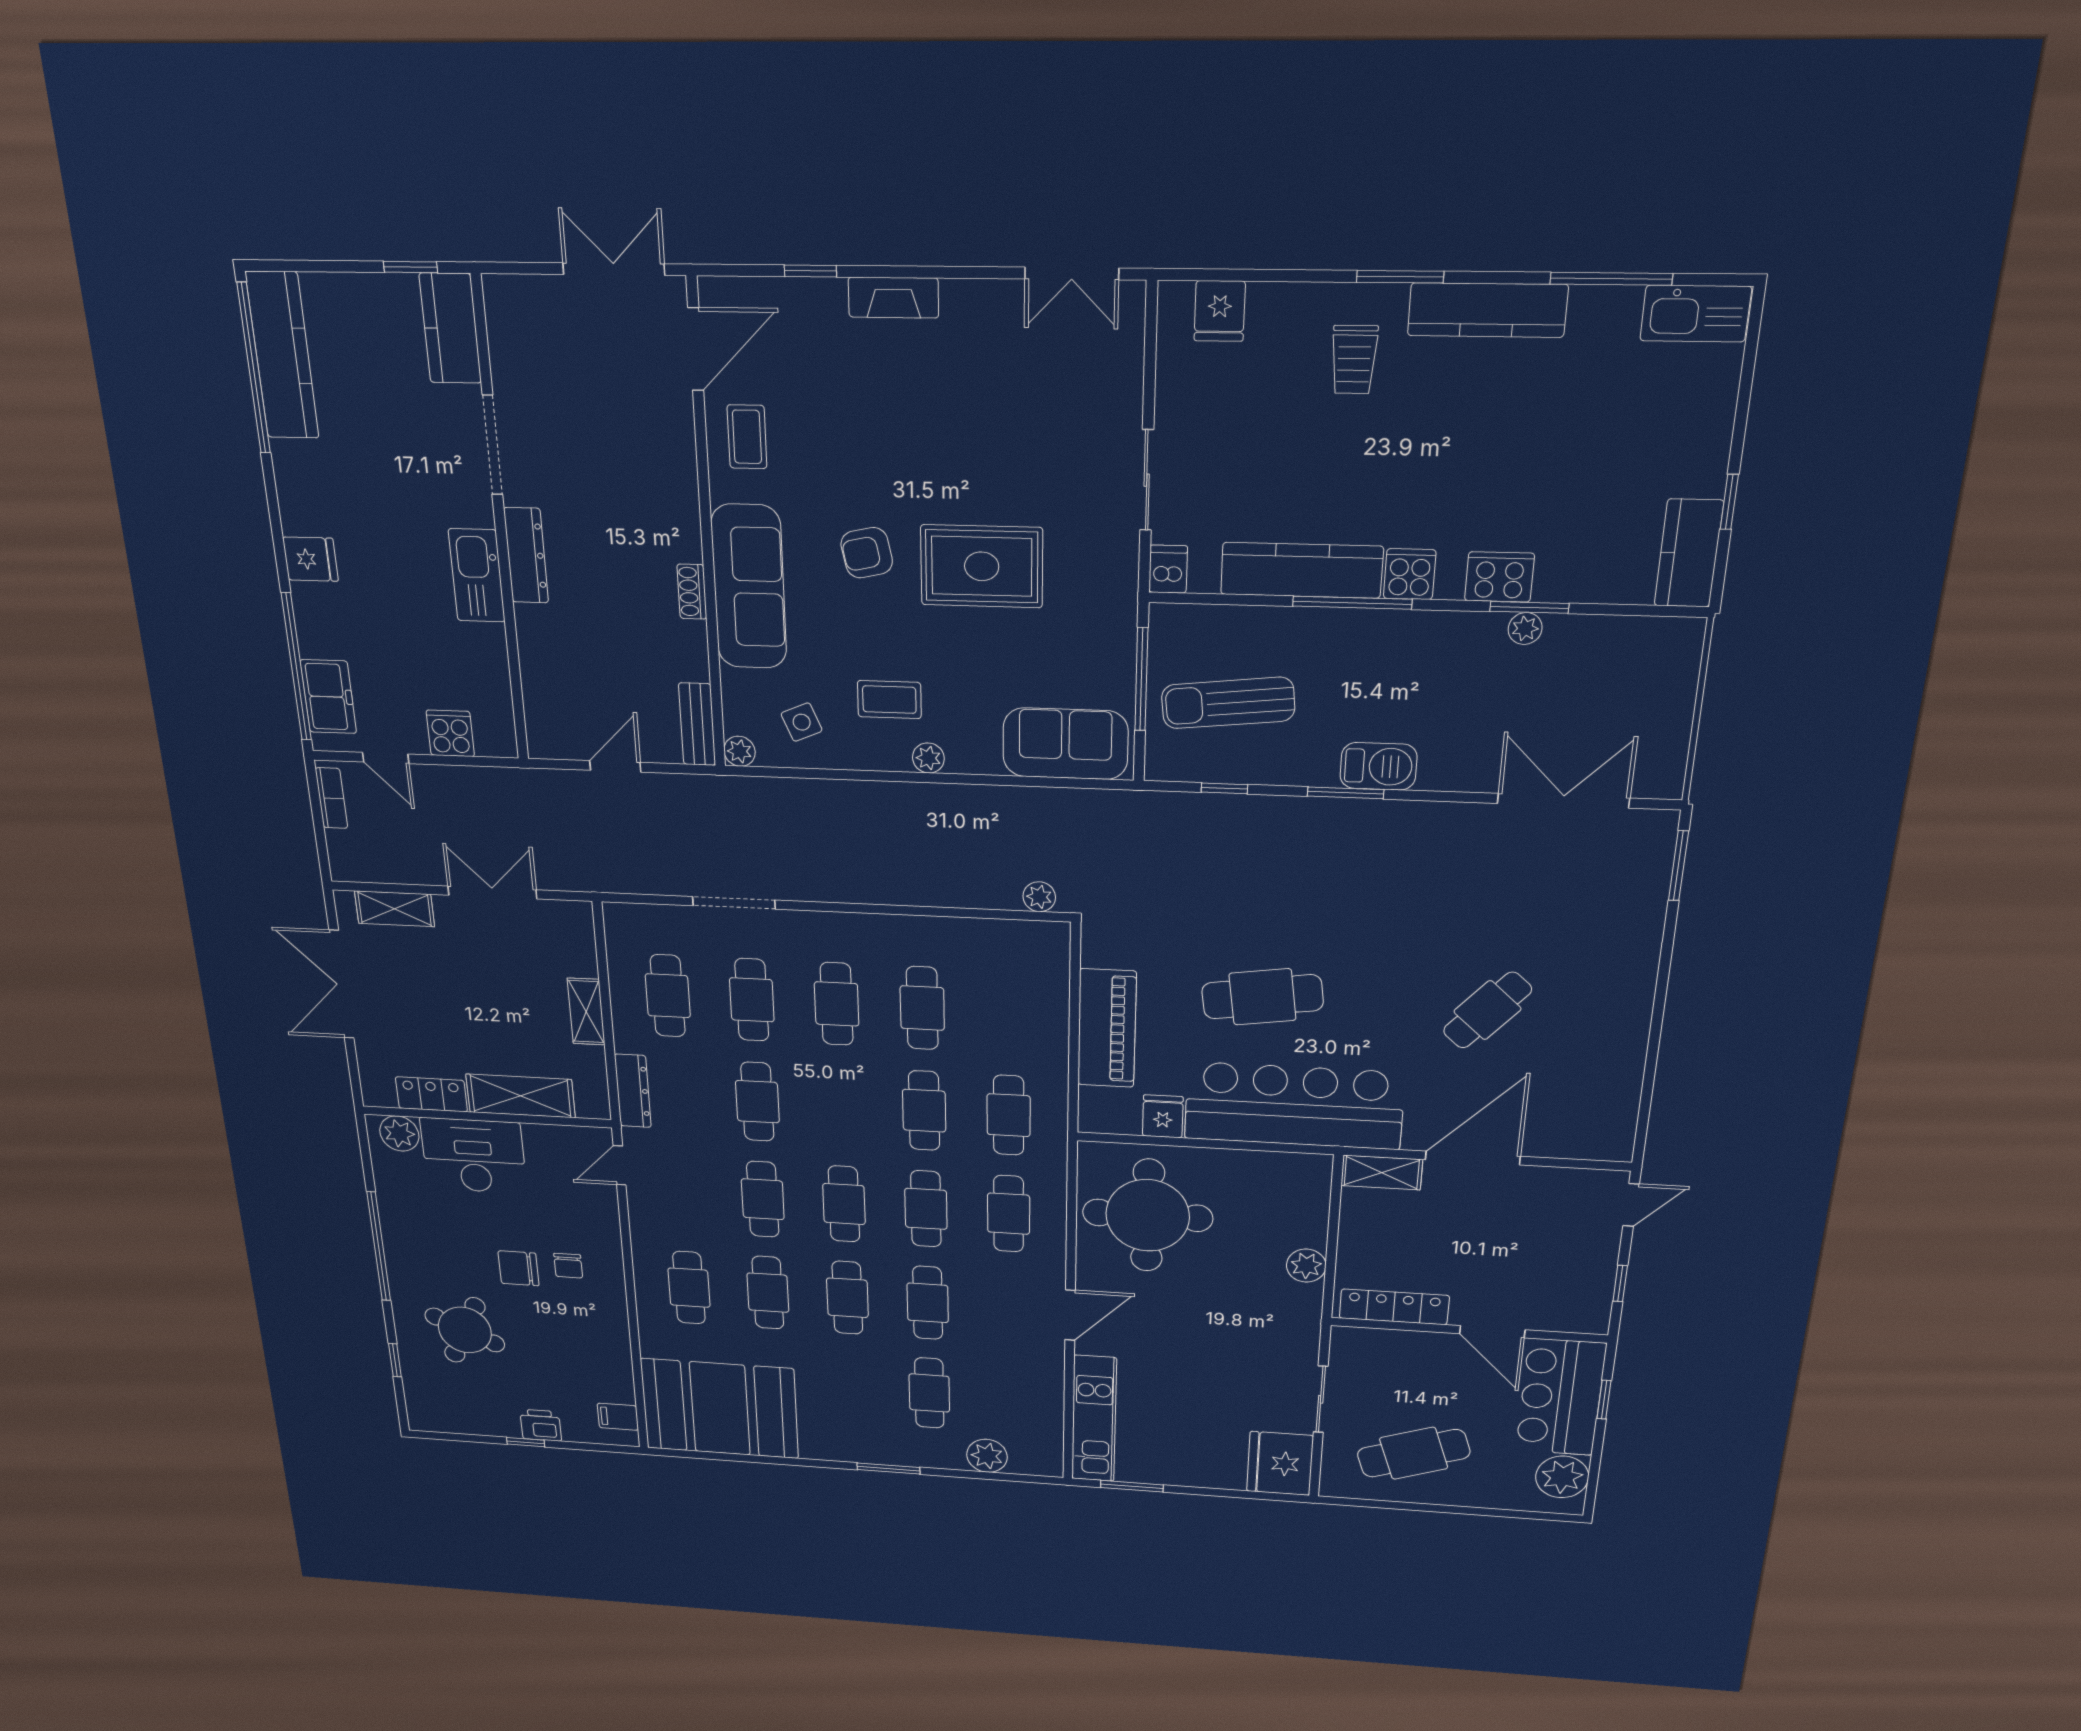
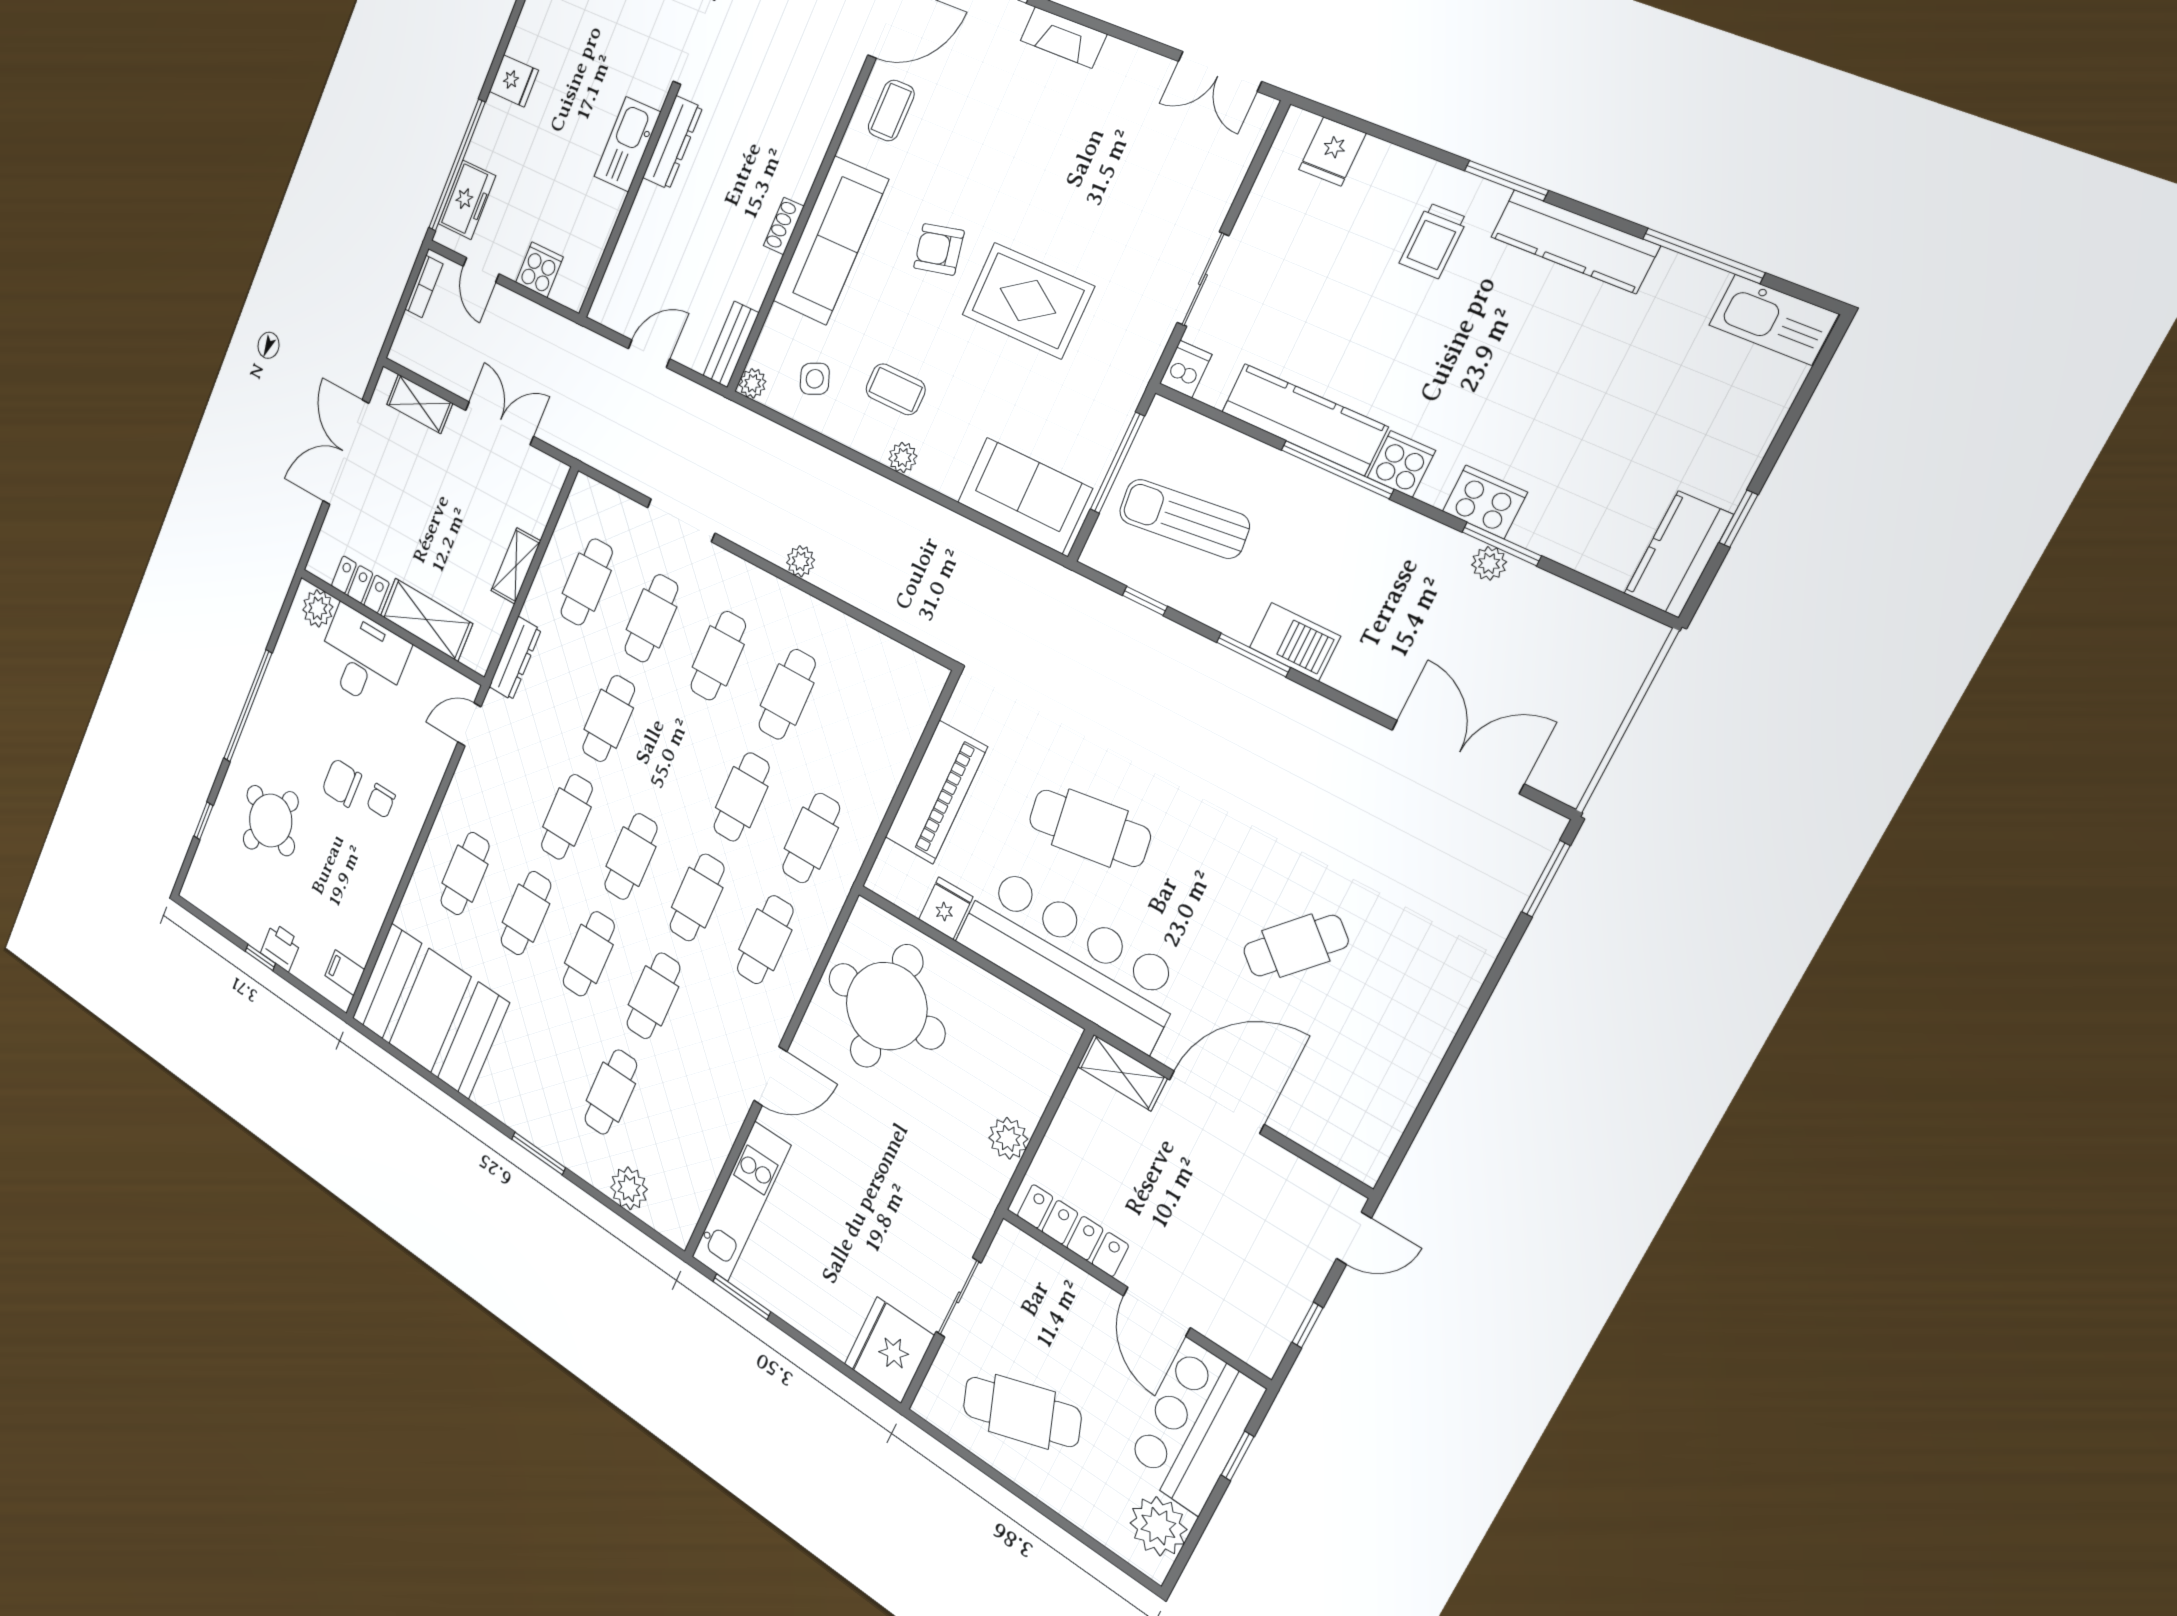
plant: (1039, 897) -> (801, 561), moved

